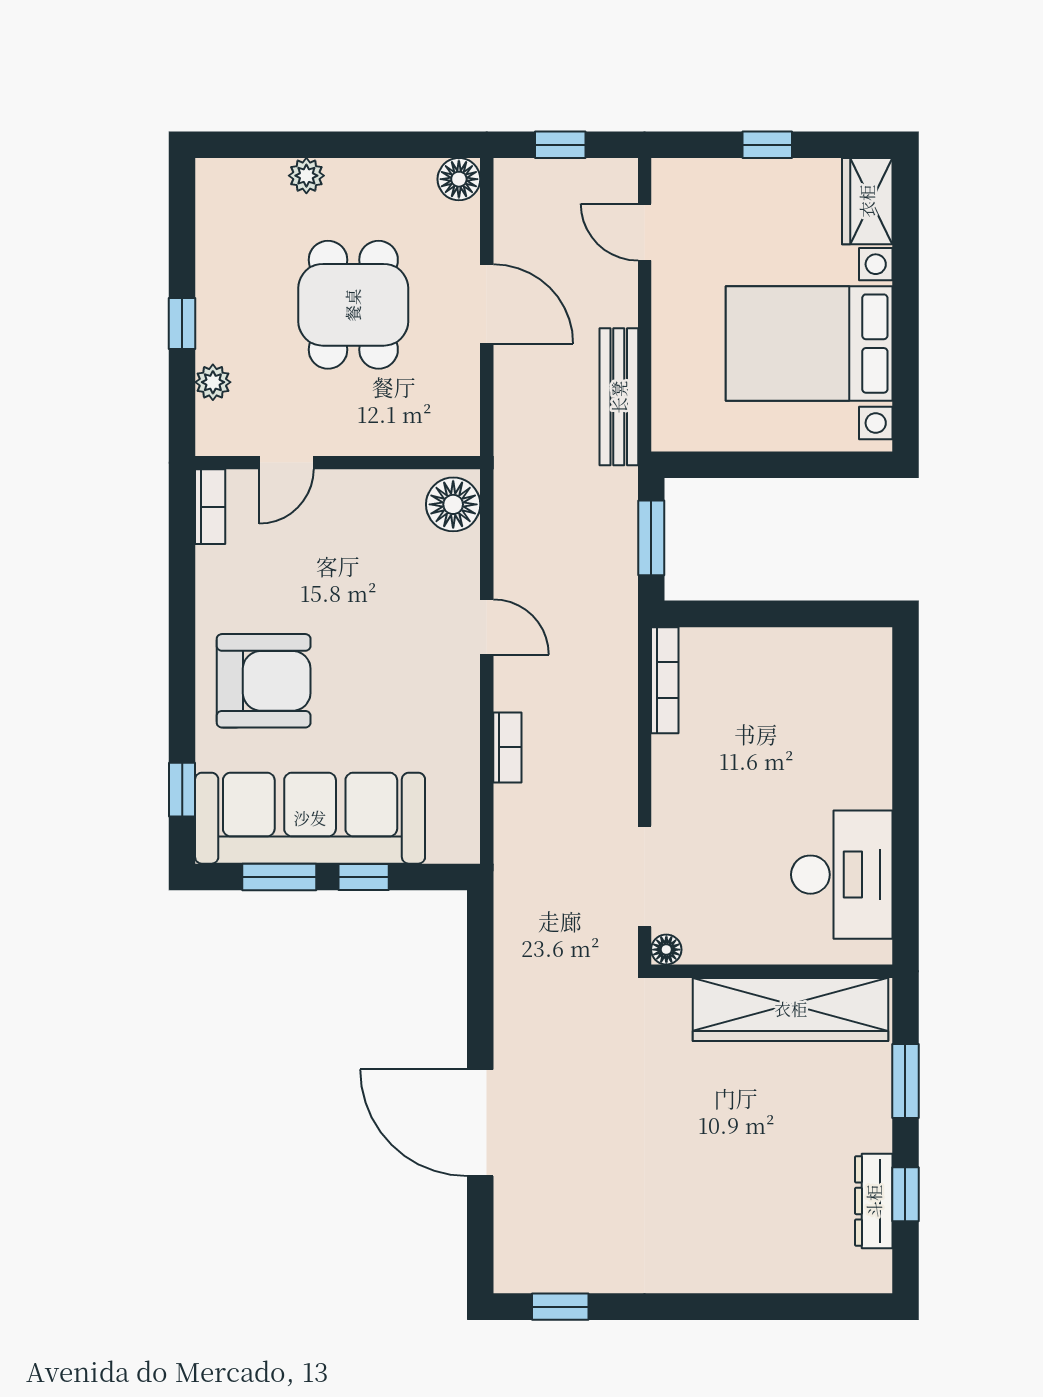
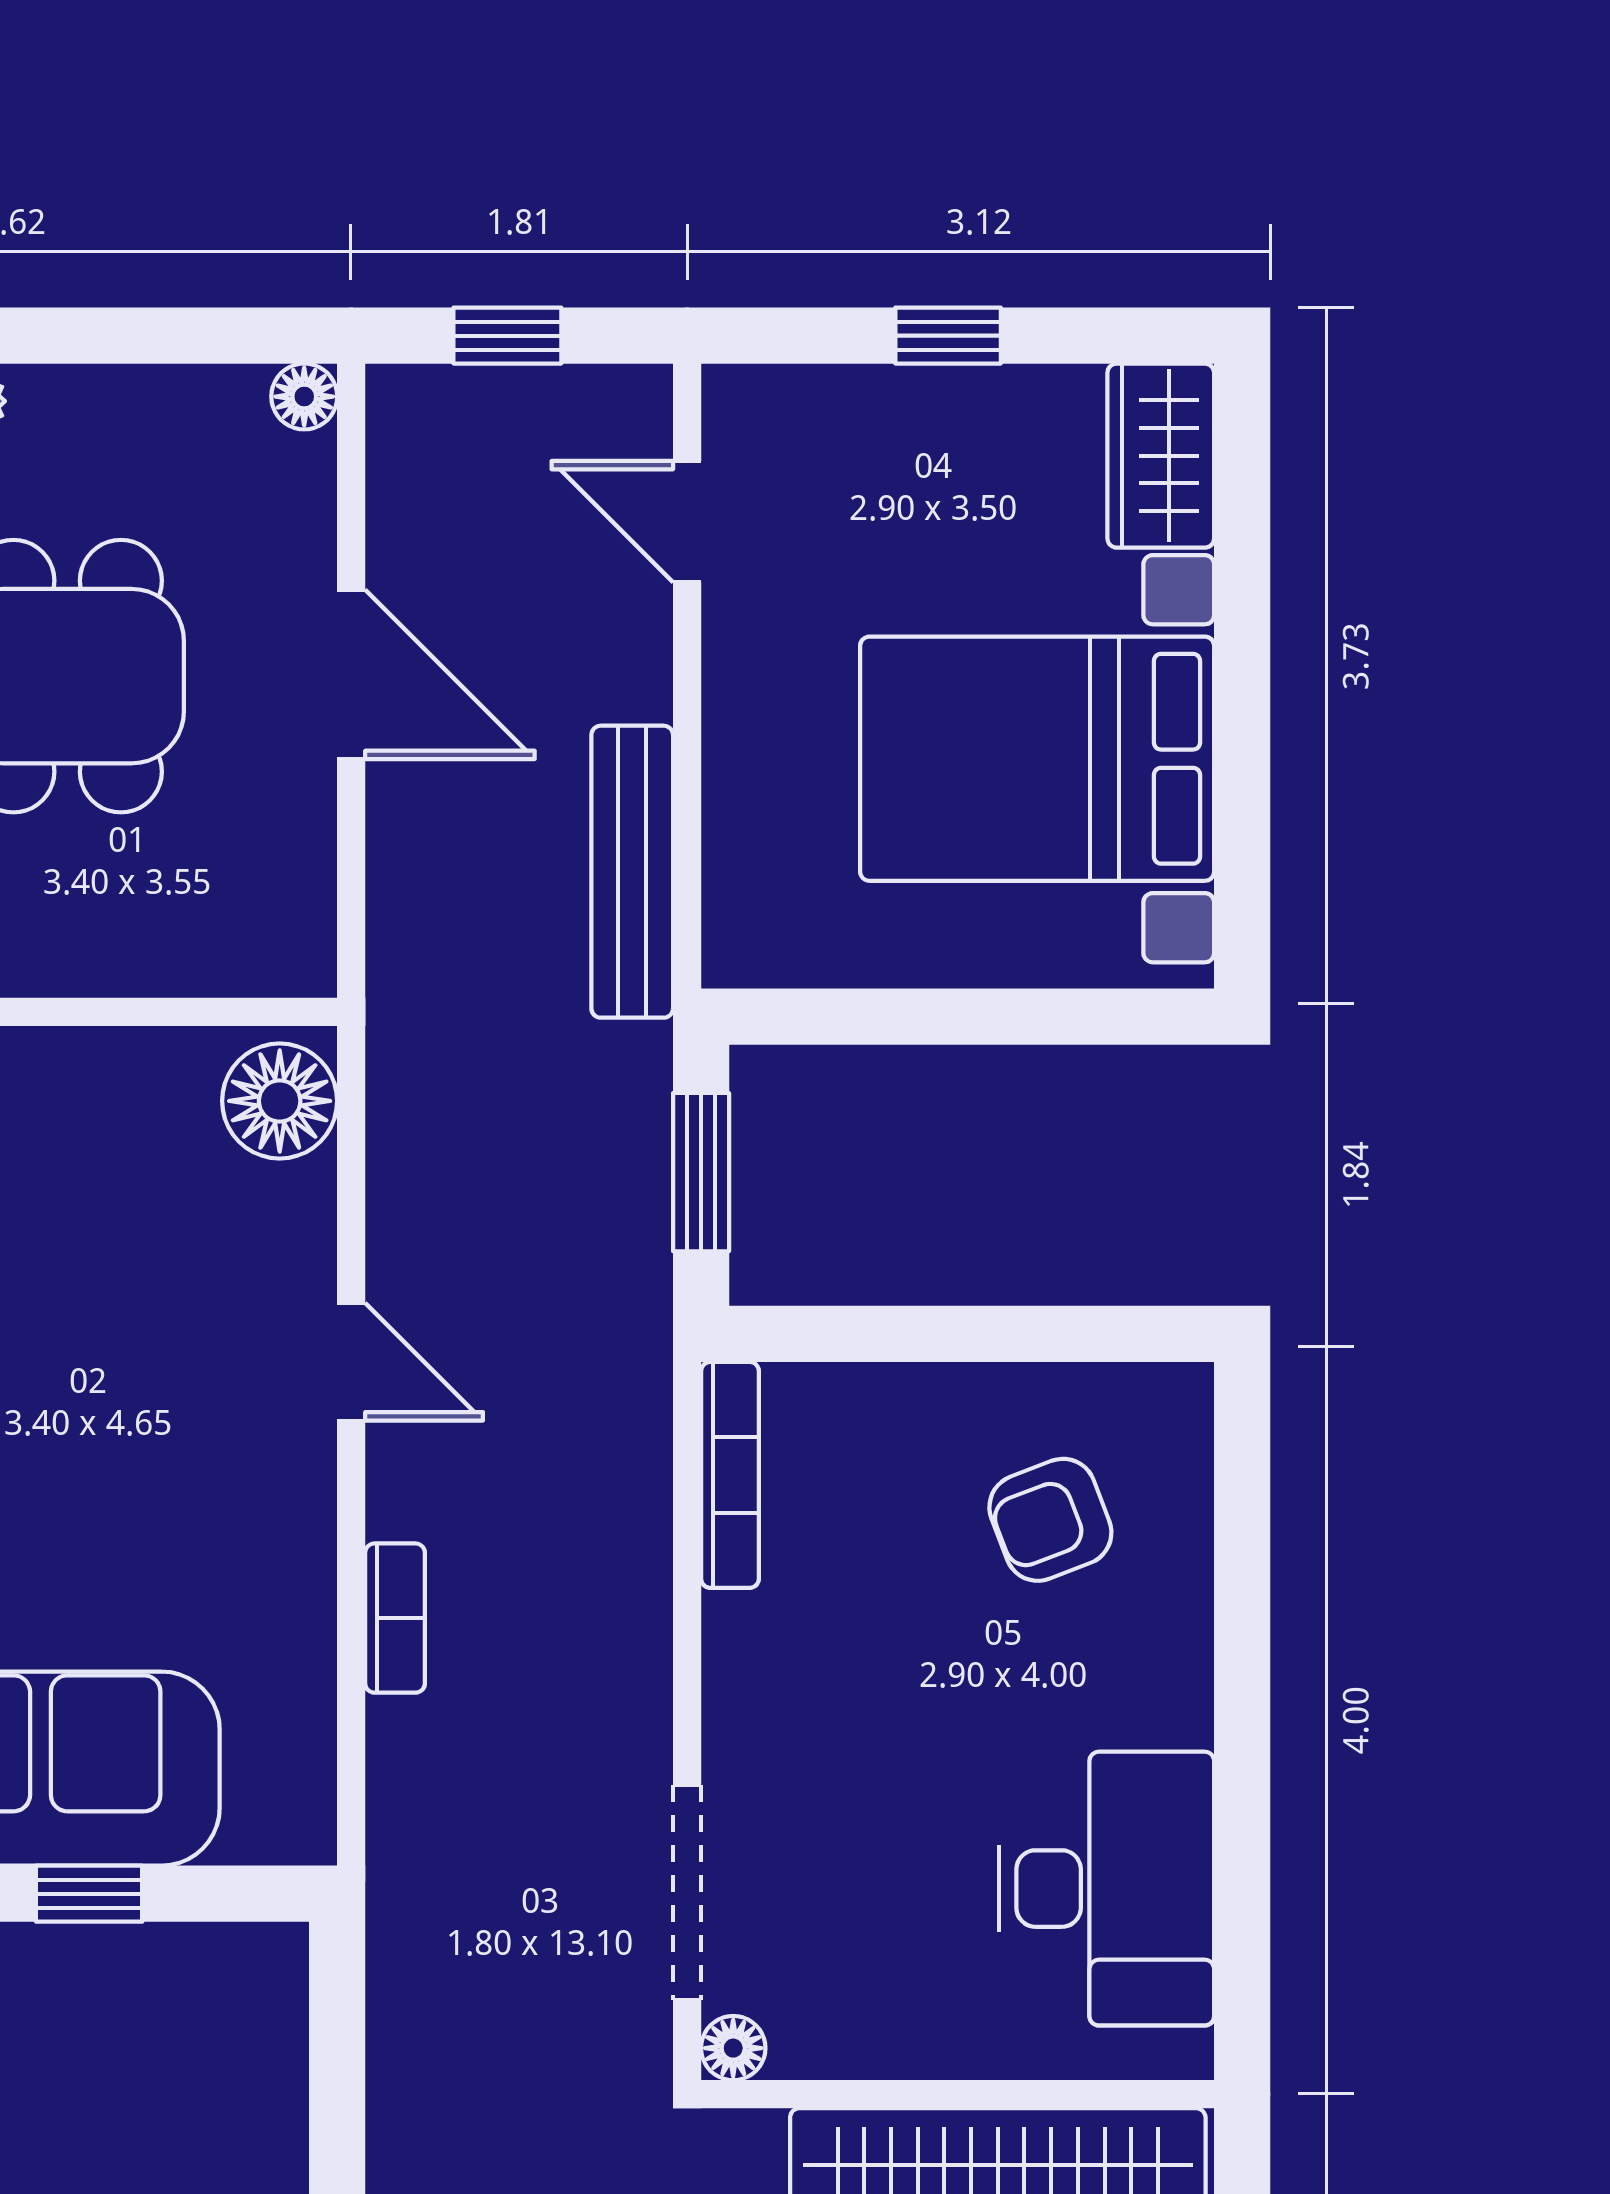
floor lamp: (459, 179) -> (304, 397), width x0.73, depth x0.73
armchair: (815, 701) -> (1050, 1520), added

